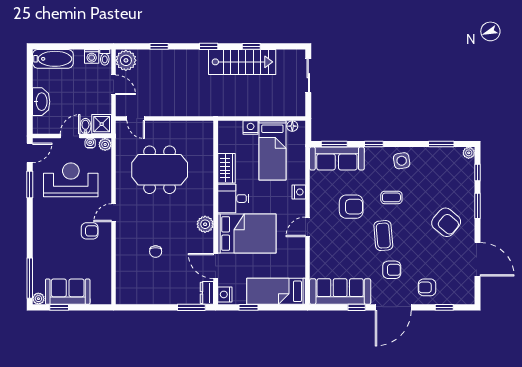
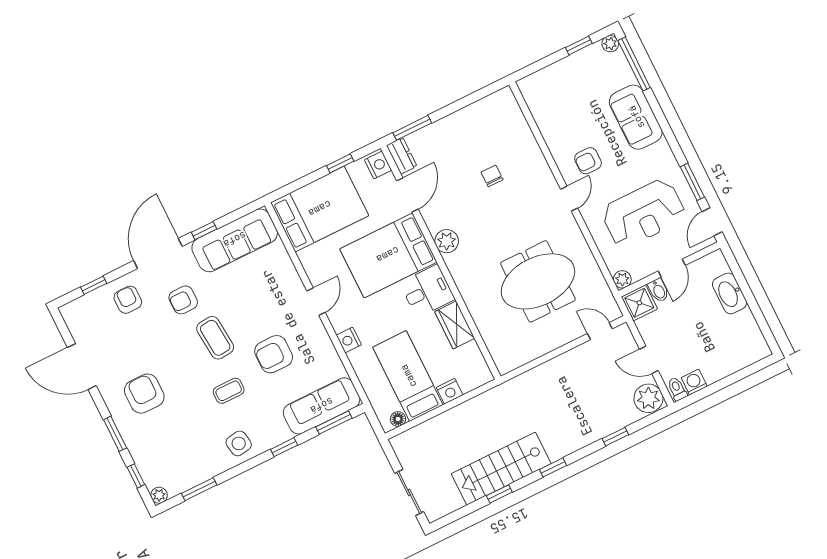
bathtub: (53, 59) -> (741, 355), removed
water cooler: (90, 143) -> (642, 272), removed
armchair: (446, 222) -> (144, 394), turned 50
door: (216, 266) -> (407, 195), hinge flipped
armchair: (427, 287) -> (128, 300), turned -90
bed: (276, 291) -> (320, 209), width x1.50
sofa: (68, 292) -> (636, 117), moved, turned 90

